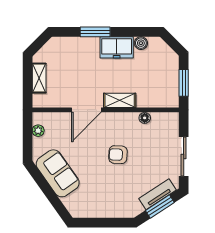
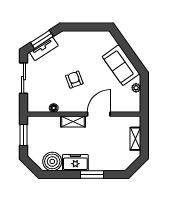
boiler: (141, 43) -> (52, 161), width x1.86, depth x1.86
plant: (38, 131) -> (136, 88), moved
armchair: (118, 155) -> (74, 80), turned -113

